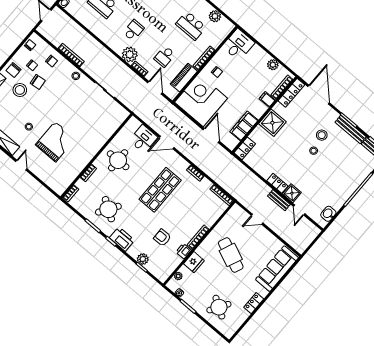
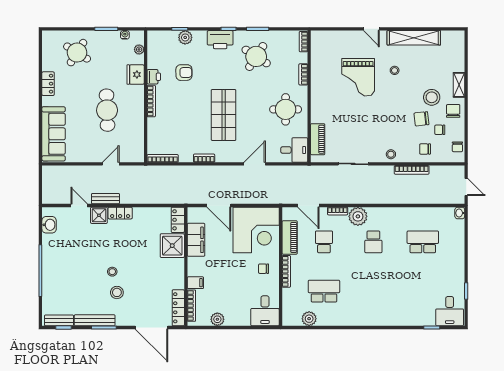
shower: (272, 123) -> (172, 246), moved
piano: (114, 124) -> (318, 139), added
desk: (143, 139) -> (294, 150), moved, turned -90
cafe table: (231, 255) -> (107, 110), turned 65

